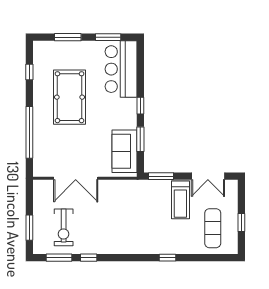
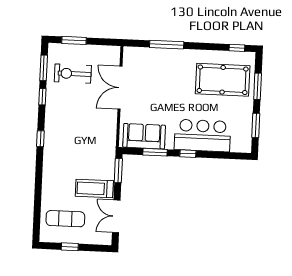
bar counter: (121, 69) -> (202, 136), moved
window: (29, 72) -> (237, 48), moved
pool table: (69, 97) -> (223, 80), moved
window: (29, 132) -> (167, 45), width x0.68
window: (168, 258) -> (40, 139), moved

